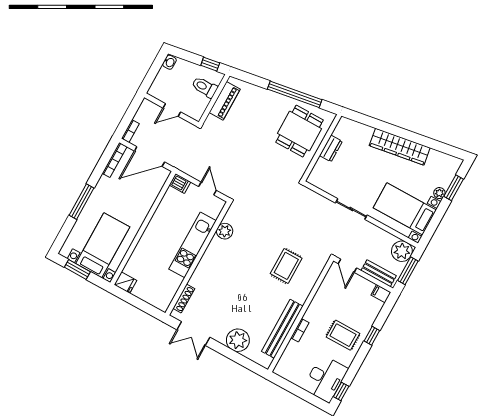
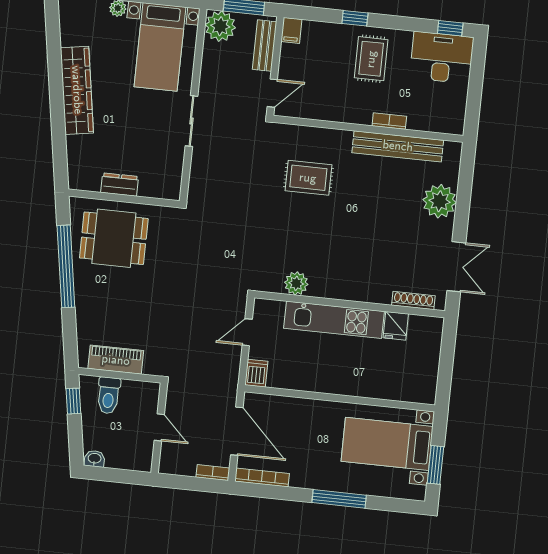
fridge: (125, 283) -> (396, 326), moved, turned 180

